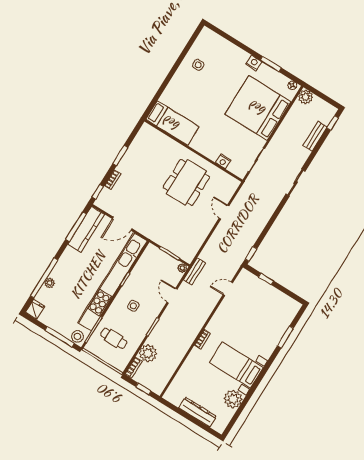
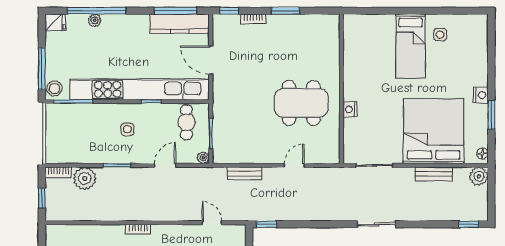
bed: (172, 123) -> (411, 46), moved
bench: (315, 136) -> (434, 174), moved
nightstand: (223, 161) -> (350, 109), moved
bench: (194, 271) -> (245, 173), moved
cafe table: (114, 338) -> (186, 122), moved

